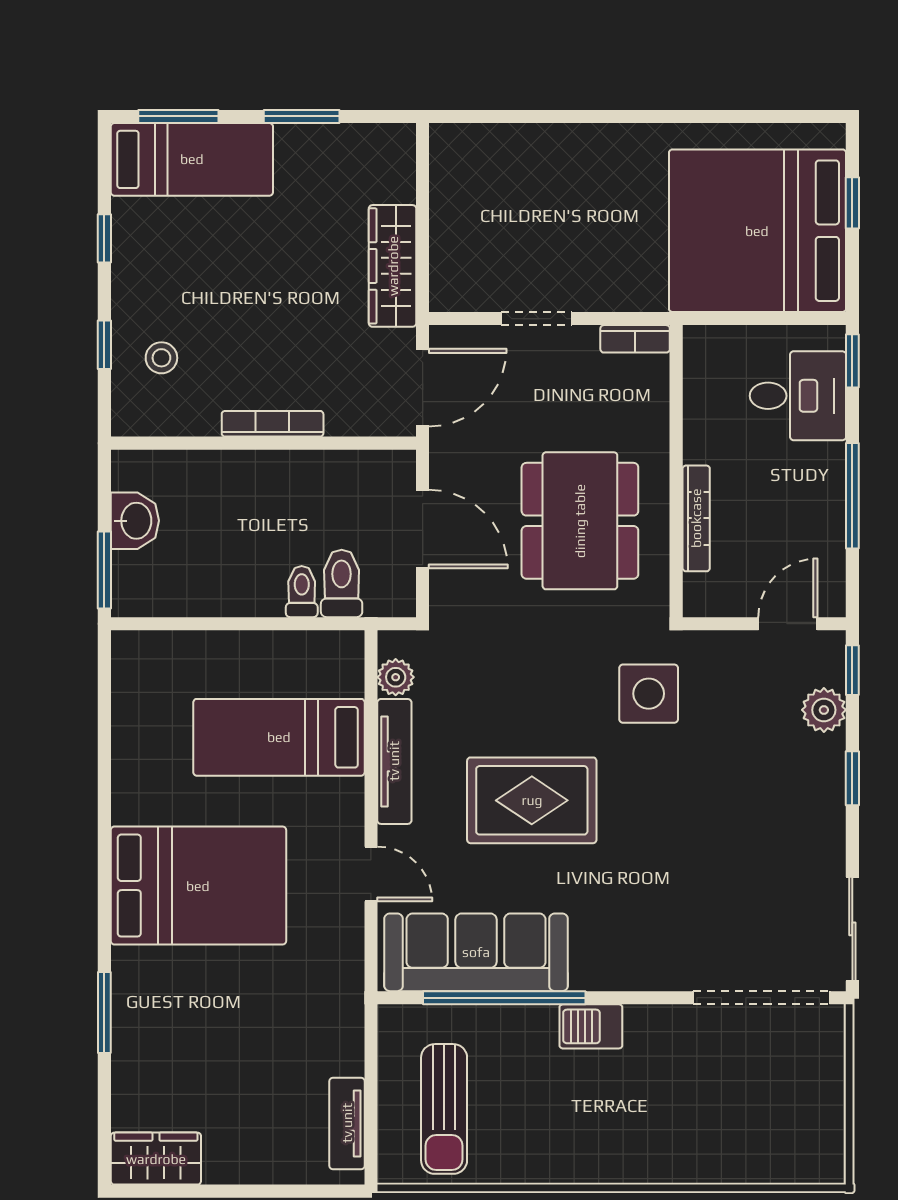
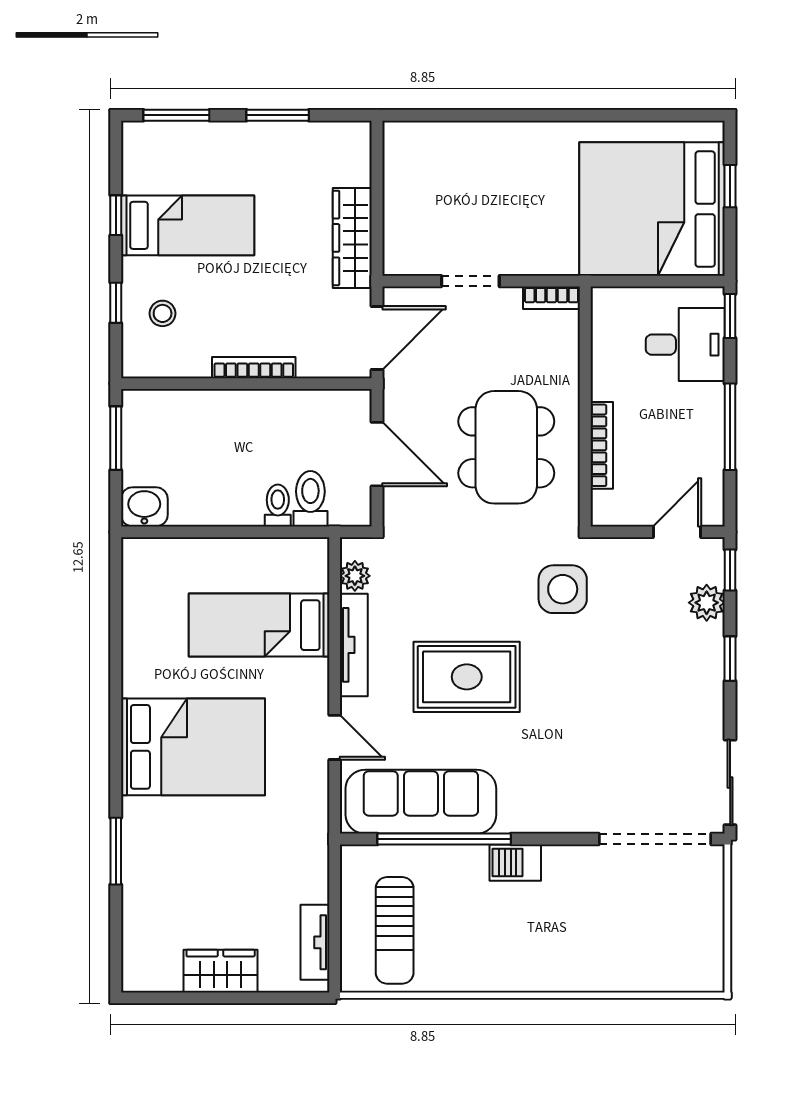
bed: (192, 159) -> (188, 225), moved
washbasin: (135, 521) -> (144, 507), moved, turned -90
window: (104, 570) -> (116, 438), moved
wardrobe: (156, 1159) -> (221, 971), moved

